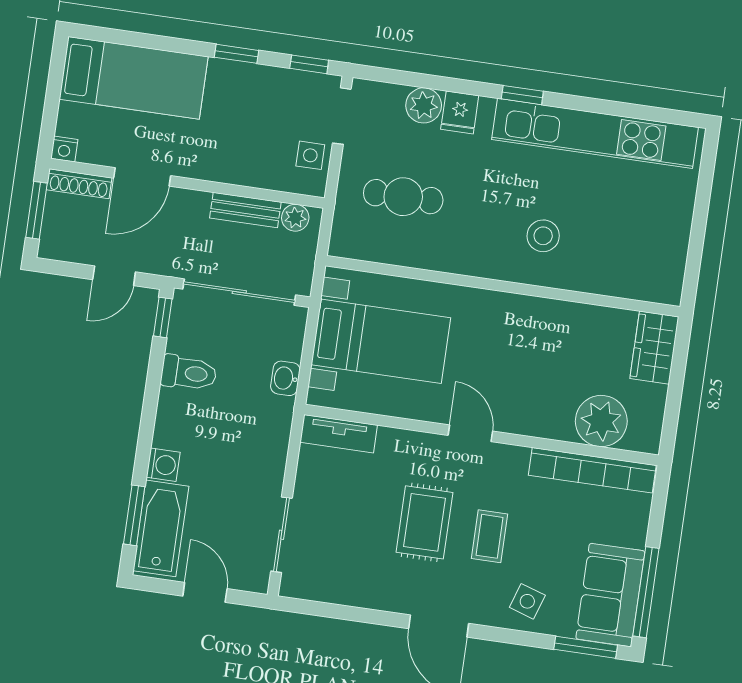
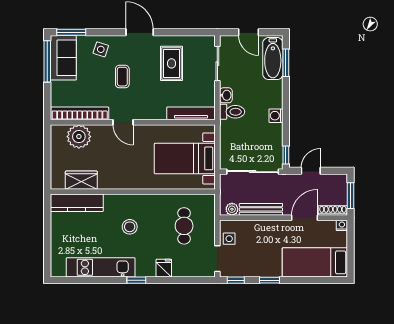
plant: (424, 105) -> (181, 269), removed
kitchen unit: (595, 133) -> (101, 267), width x0.73
cafe table: (403, 197) -> (184, 226), turned 90
bench: (245, 210) -> (261, 209), width x1.36
stool: (543, 236) -> (130, 227), moved
kitchen counter: (626, 280) -> (77, 203), added
wardrobe: (654, 348) -> (81, 180), moved, turned -90
toilet: (189, 373) -> (232, 112), moved, turned 180
washbasin: (285, 378) -> (226, 95), moved
door: (470, 433) -> (123, 122), moved
tv unit: (339, 434) -> (191, 113), width x1.41
washing machine: (163, 465) -> (276, 116), moved
rug: (424, 522) -> (172, 63), moved

